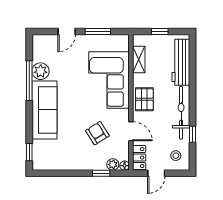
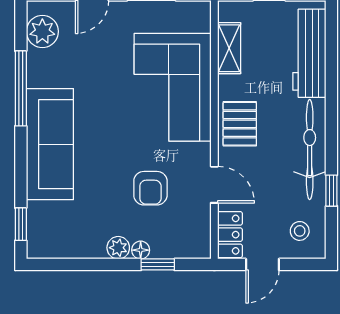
plant: (41, 71) -> (42, 31), moved
armchair: (97, 133) -> (150, 188), turned -148
plant: (113, 164) -> (118, 248), moved
floor lamp: (125, 166) -> (141, 250), moved

